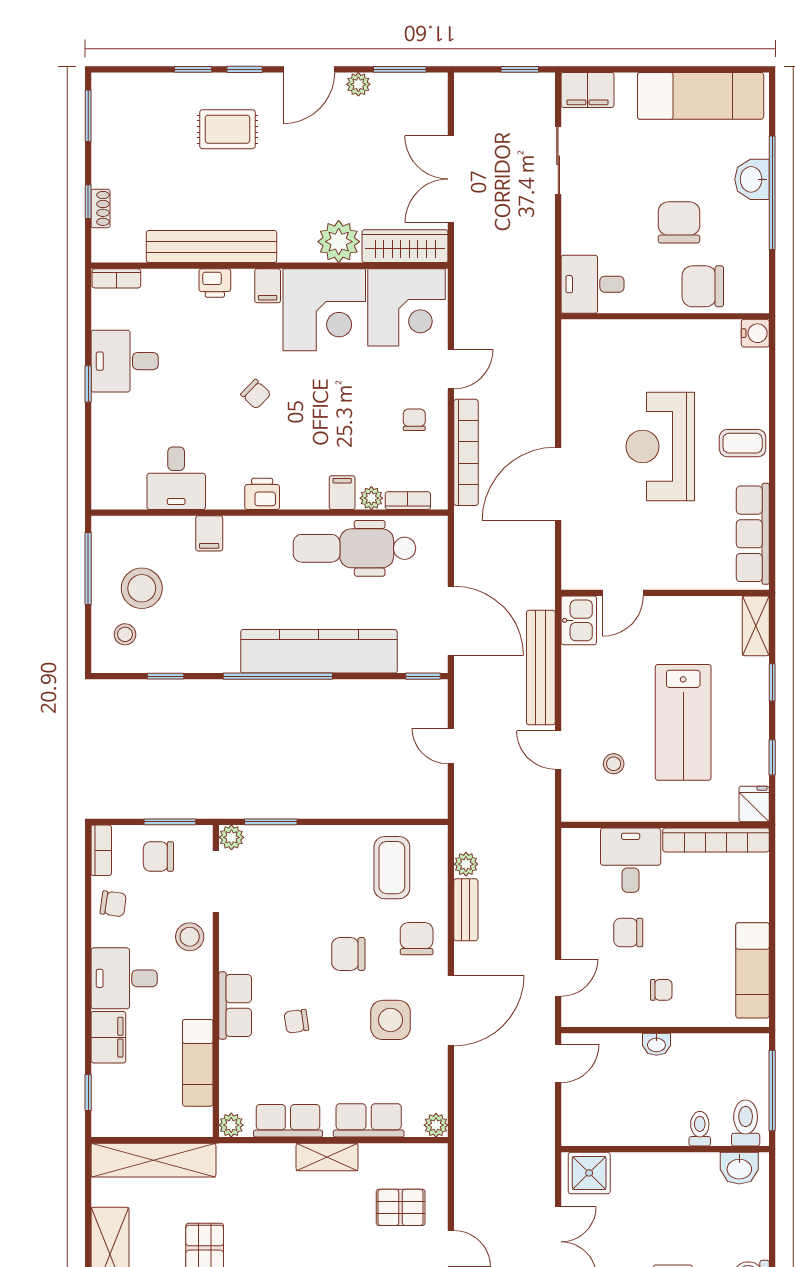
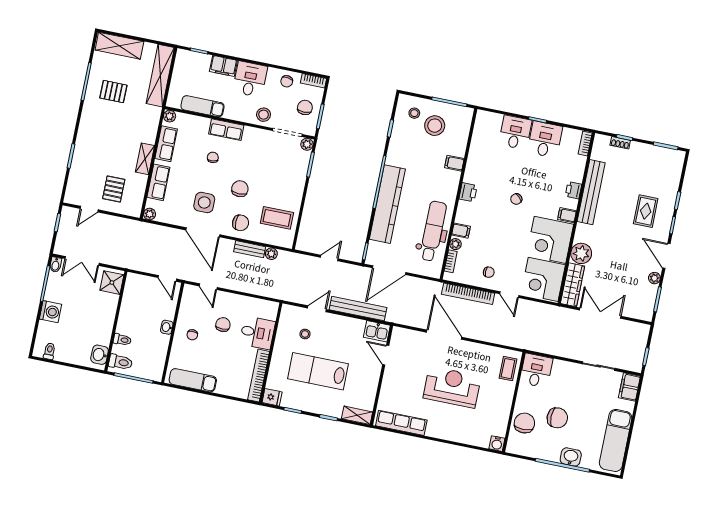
coffee table: (743, 443) -> (508, 369), moved
desk: (176, 478) -> (515, 132), moved, turned 90

